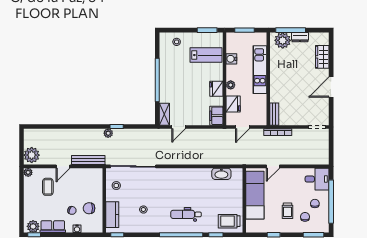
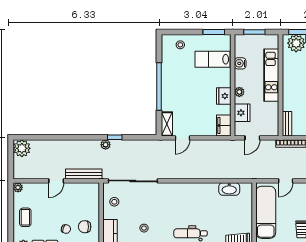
lab bench: (206, 55) -> (213, 59), turned 180
plant: (32, 155) -> (22, 148), moved
coffee table: (48, 187) -> (25, 217), moved

